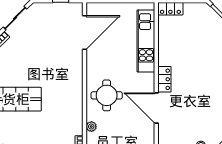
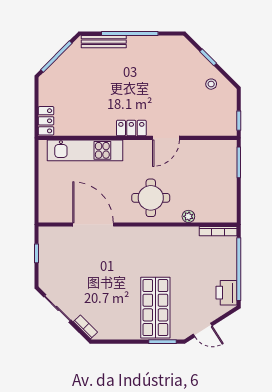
door: (85, 33) -> (93, 224), moved
door: (156, 108) -> (166, 138), width x0.73

